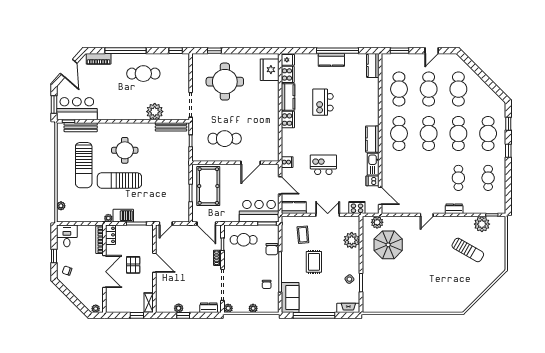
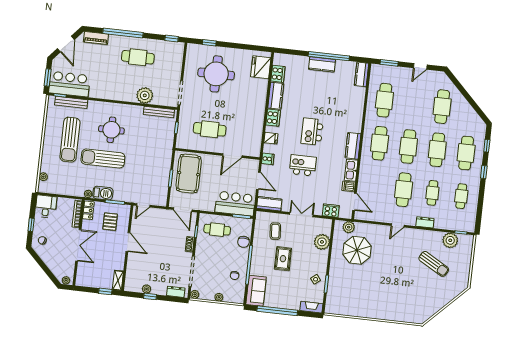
fridge: (288, 60) -> (271, 138), moved
cafe table: (429, 89) -> (404, 190), moved
kitchen island: (323, 102) -> (312, 132), moved
pallet: (133, 265) -> (110, 222), moved

